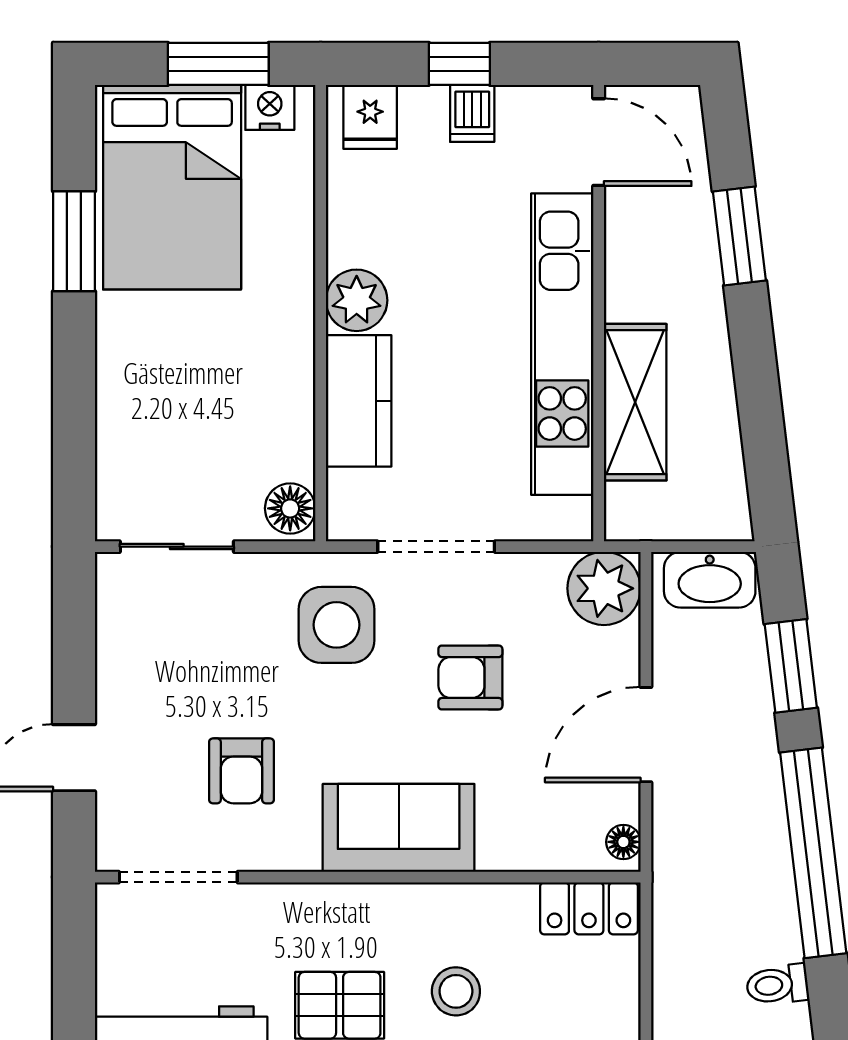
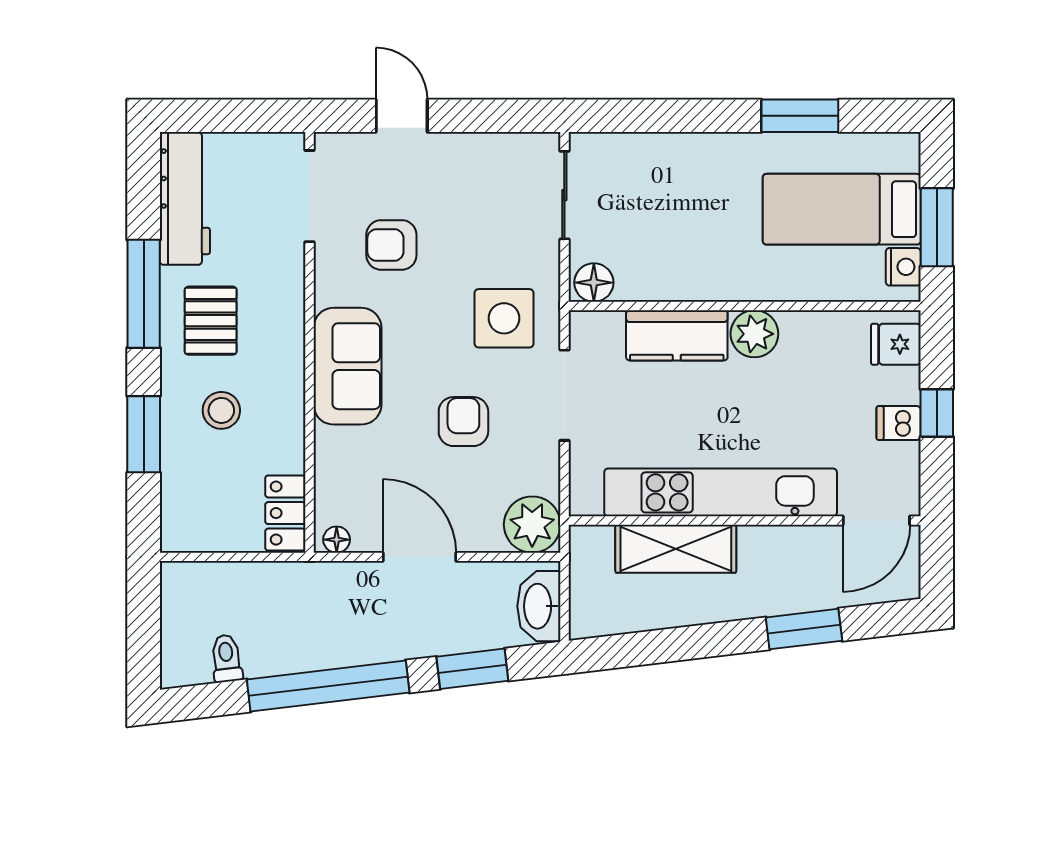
bed: (172, 187) -> (842, 209), width x0.67

